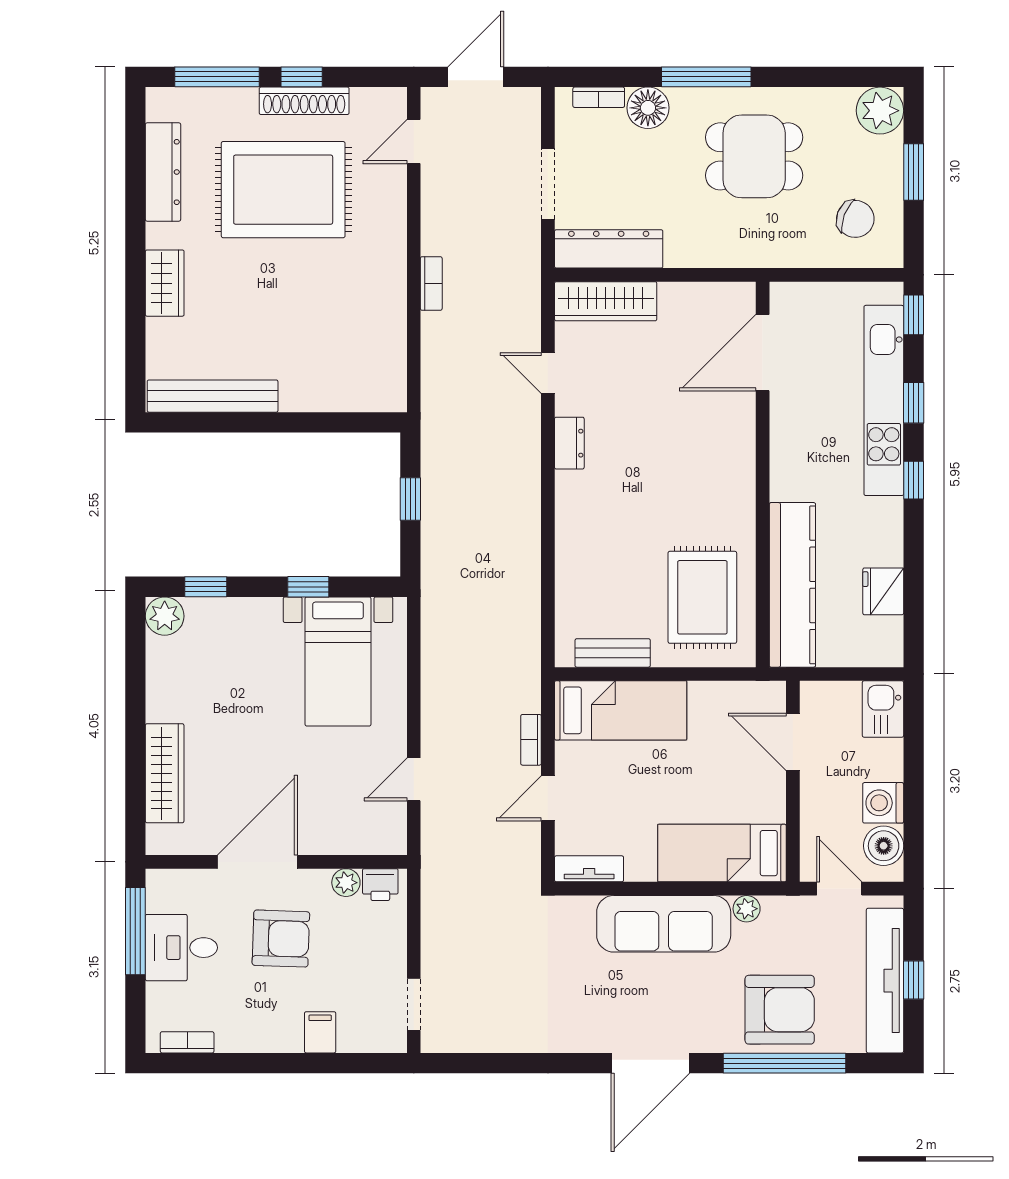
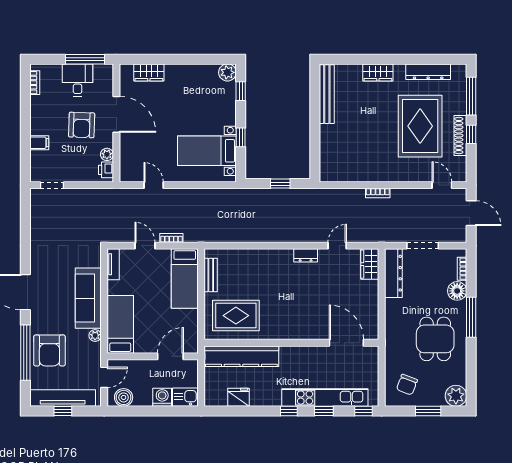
wardrobe: (606, 301) -> (370, 264), width x0.67
wardrobe: (165, 773) -> (149, 72), width x0.67
washing machine: (883, 803) -> (162, 397), moved

